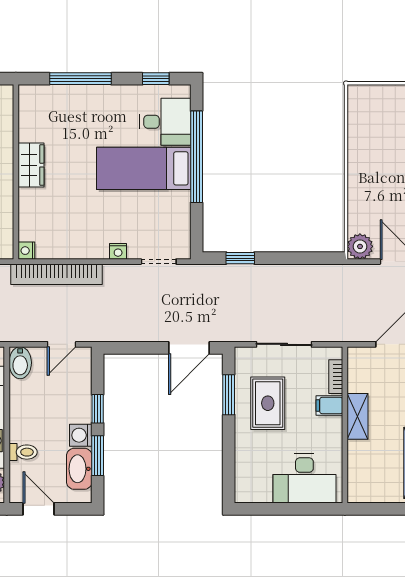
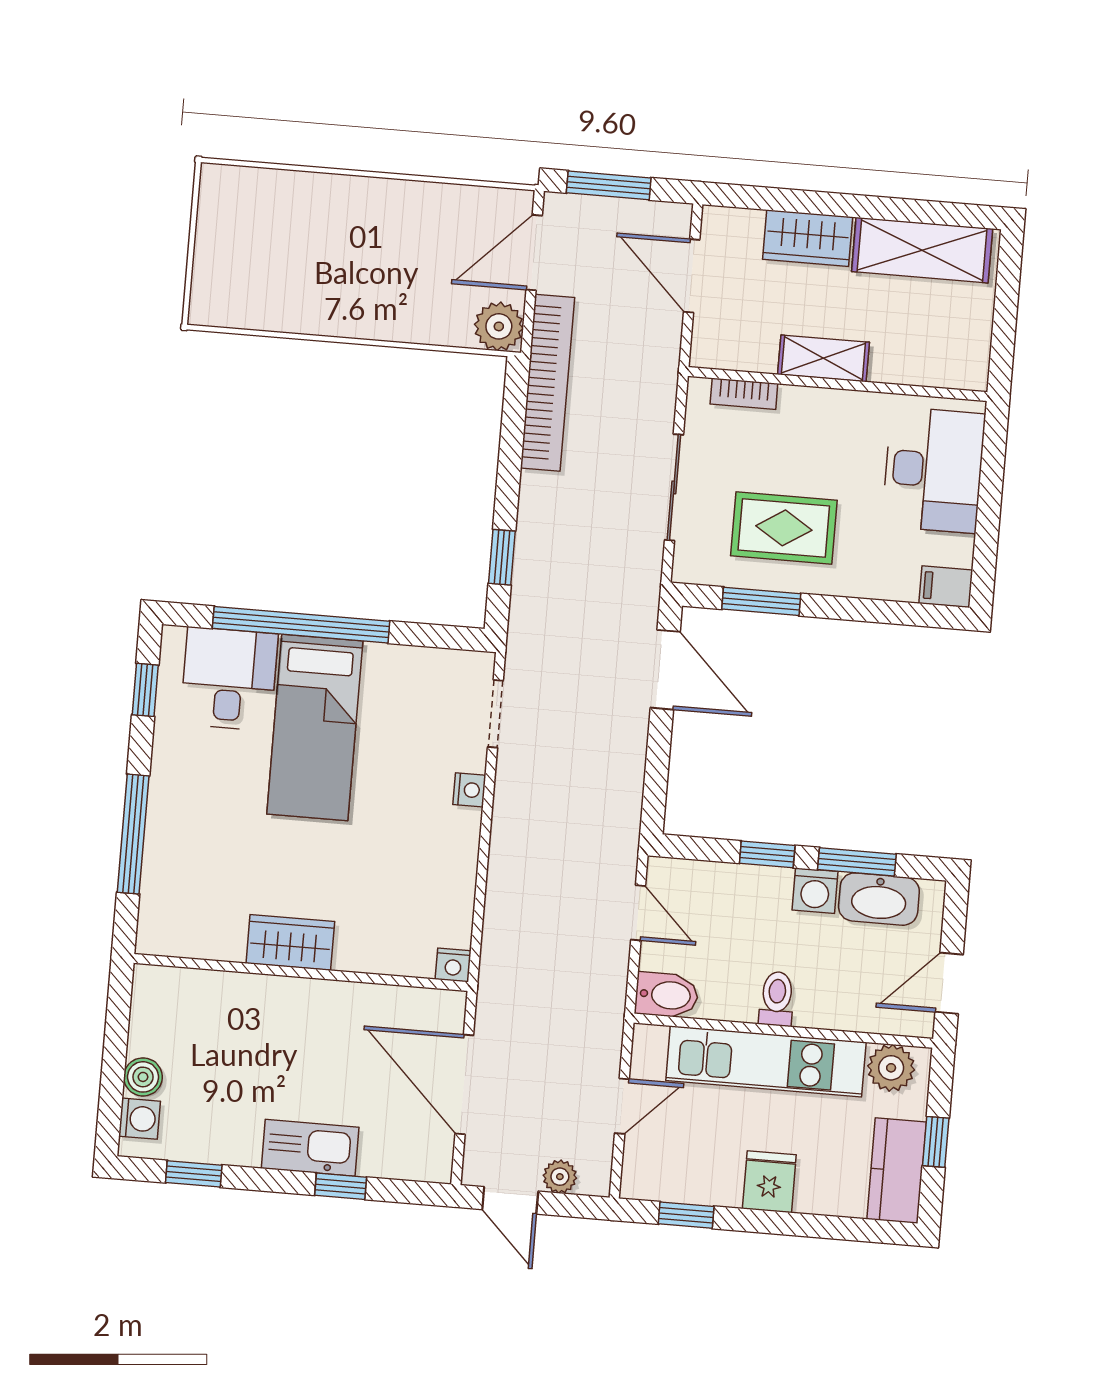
bookcase: (56, 274) -> (548, 383), moved
filing cabinet: (329, 405) -> (946, 587), moved, turned 90
toilet: (23, 452) -> (777, 999), moved

